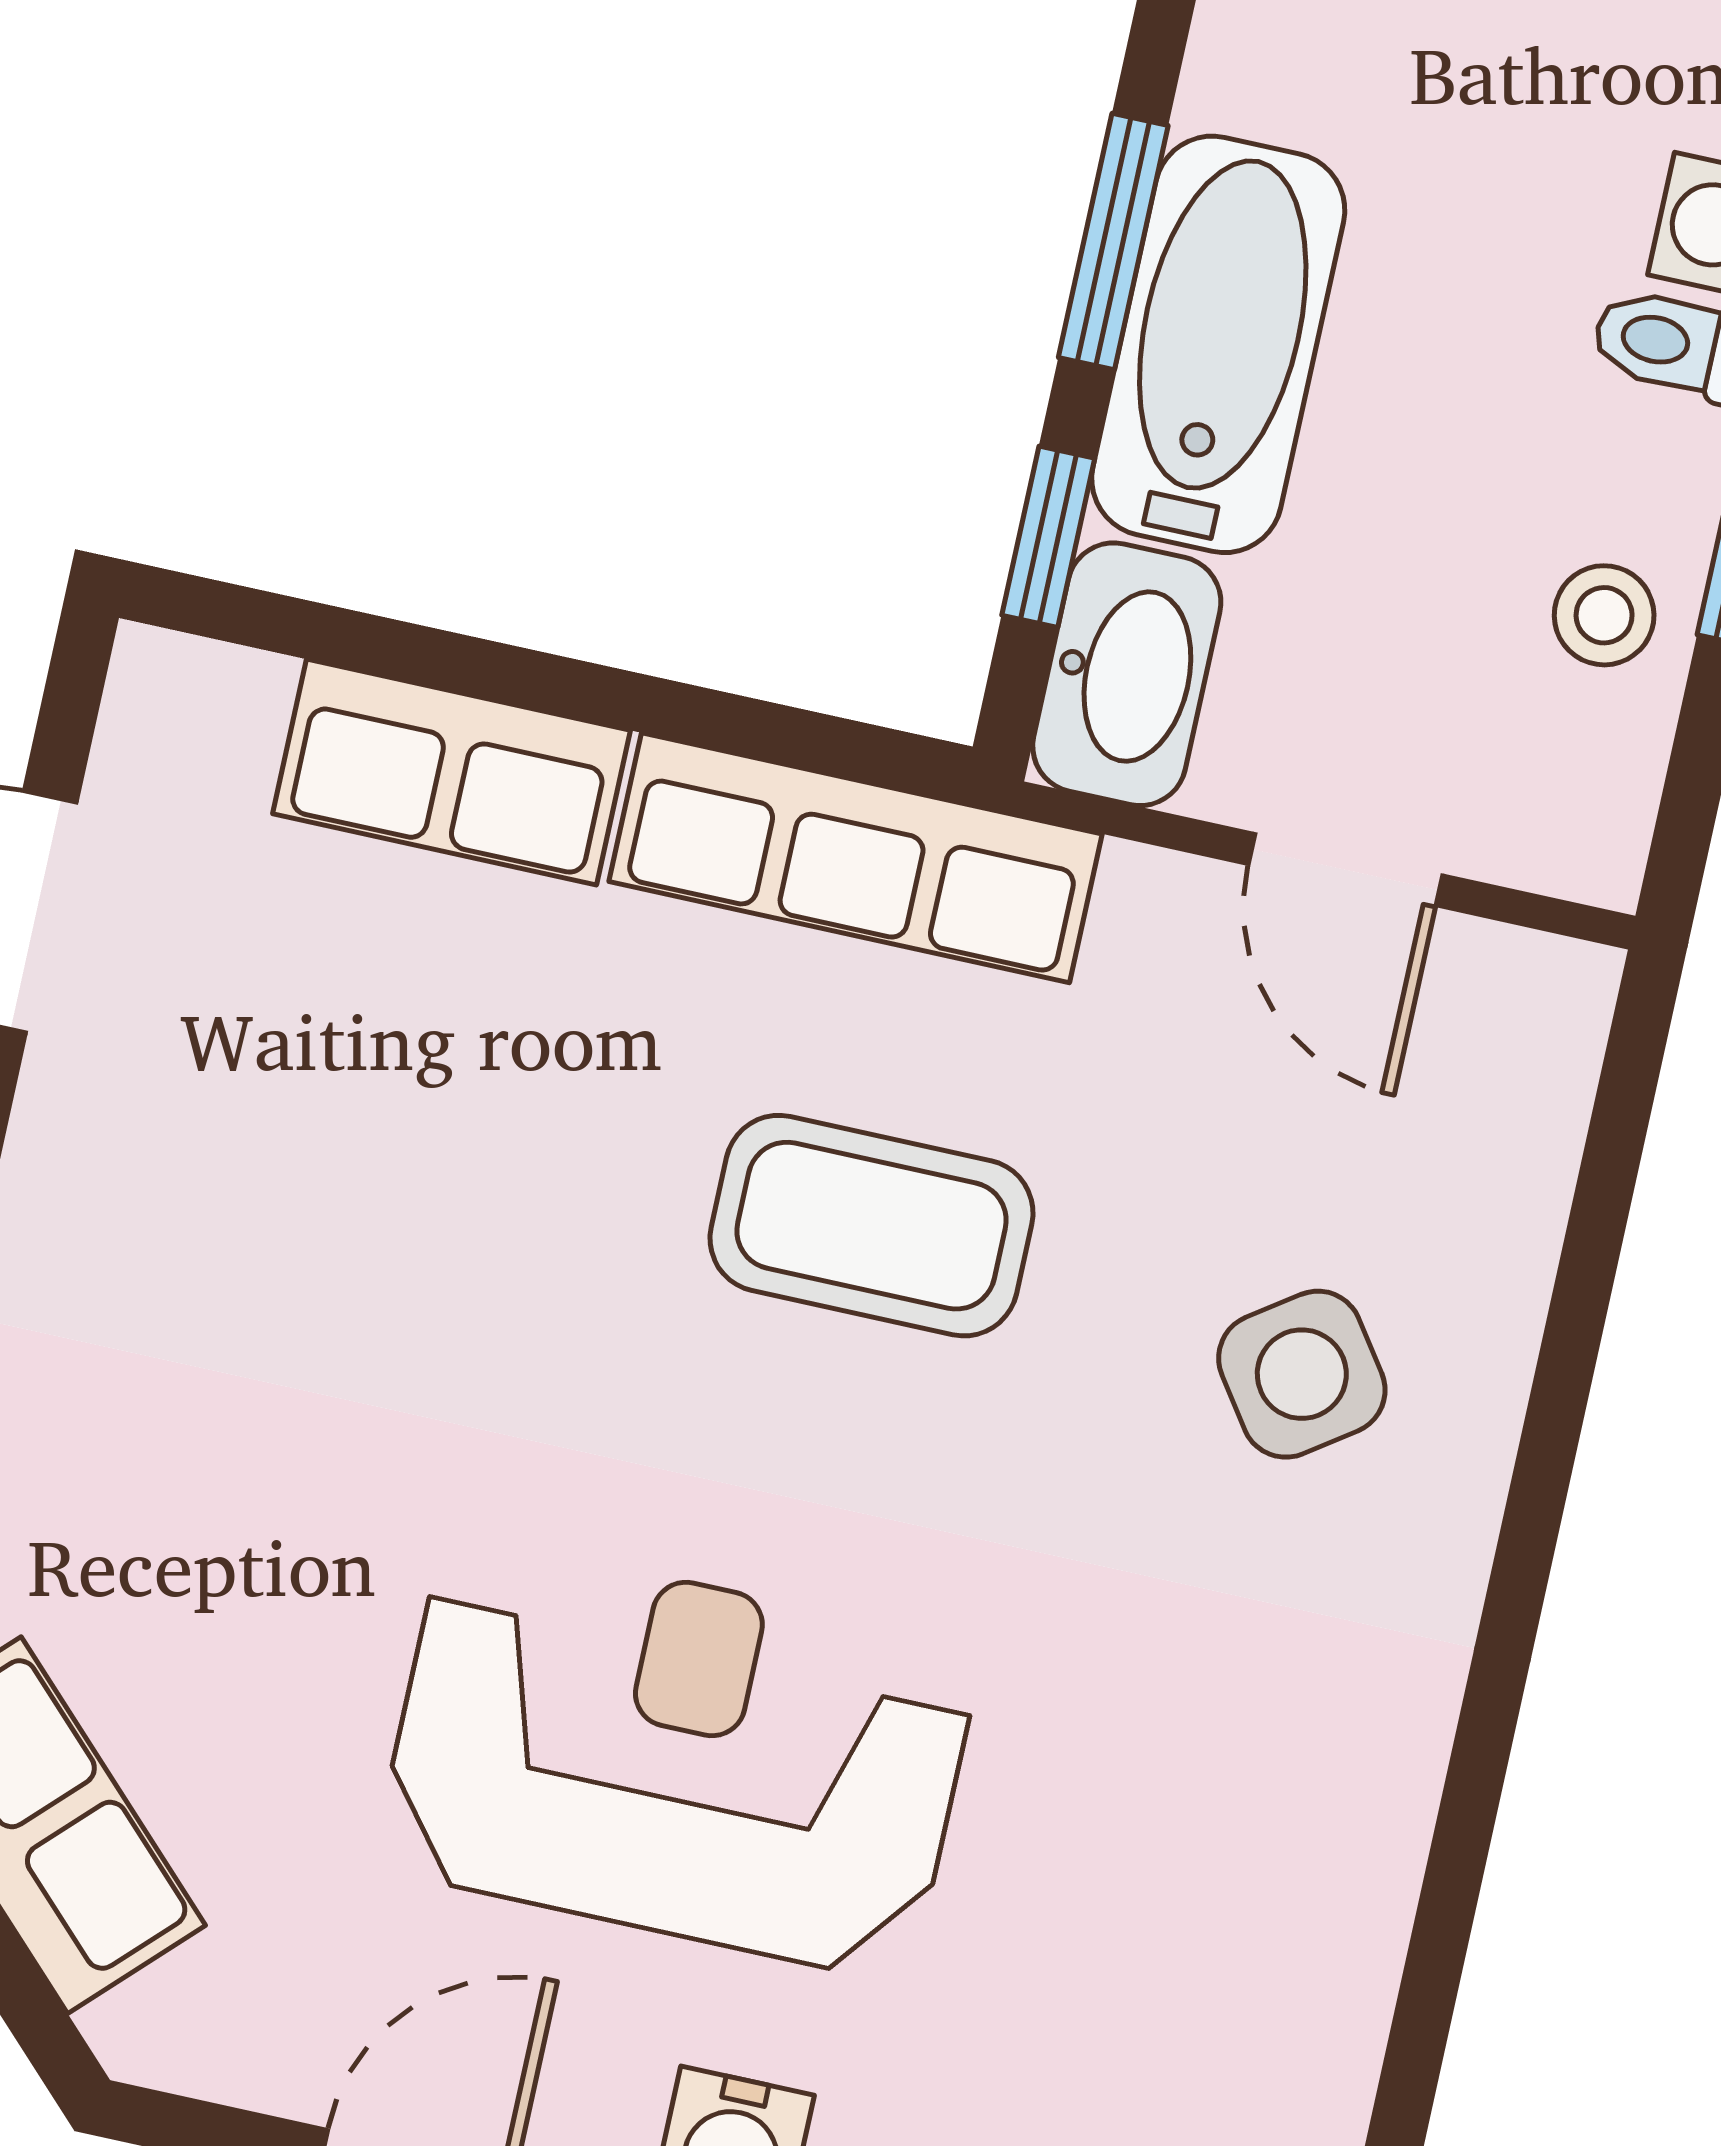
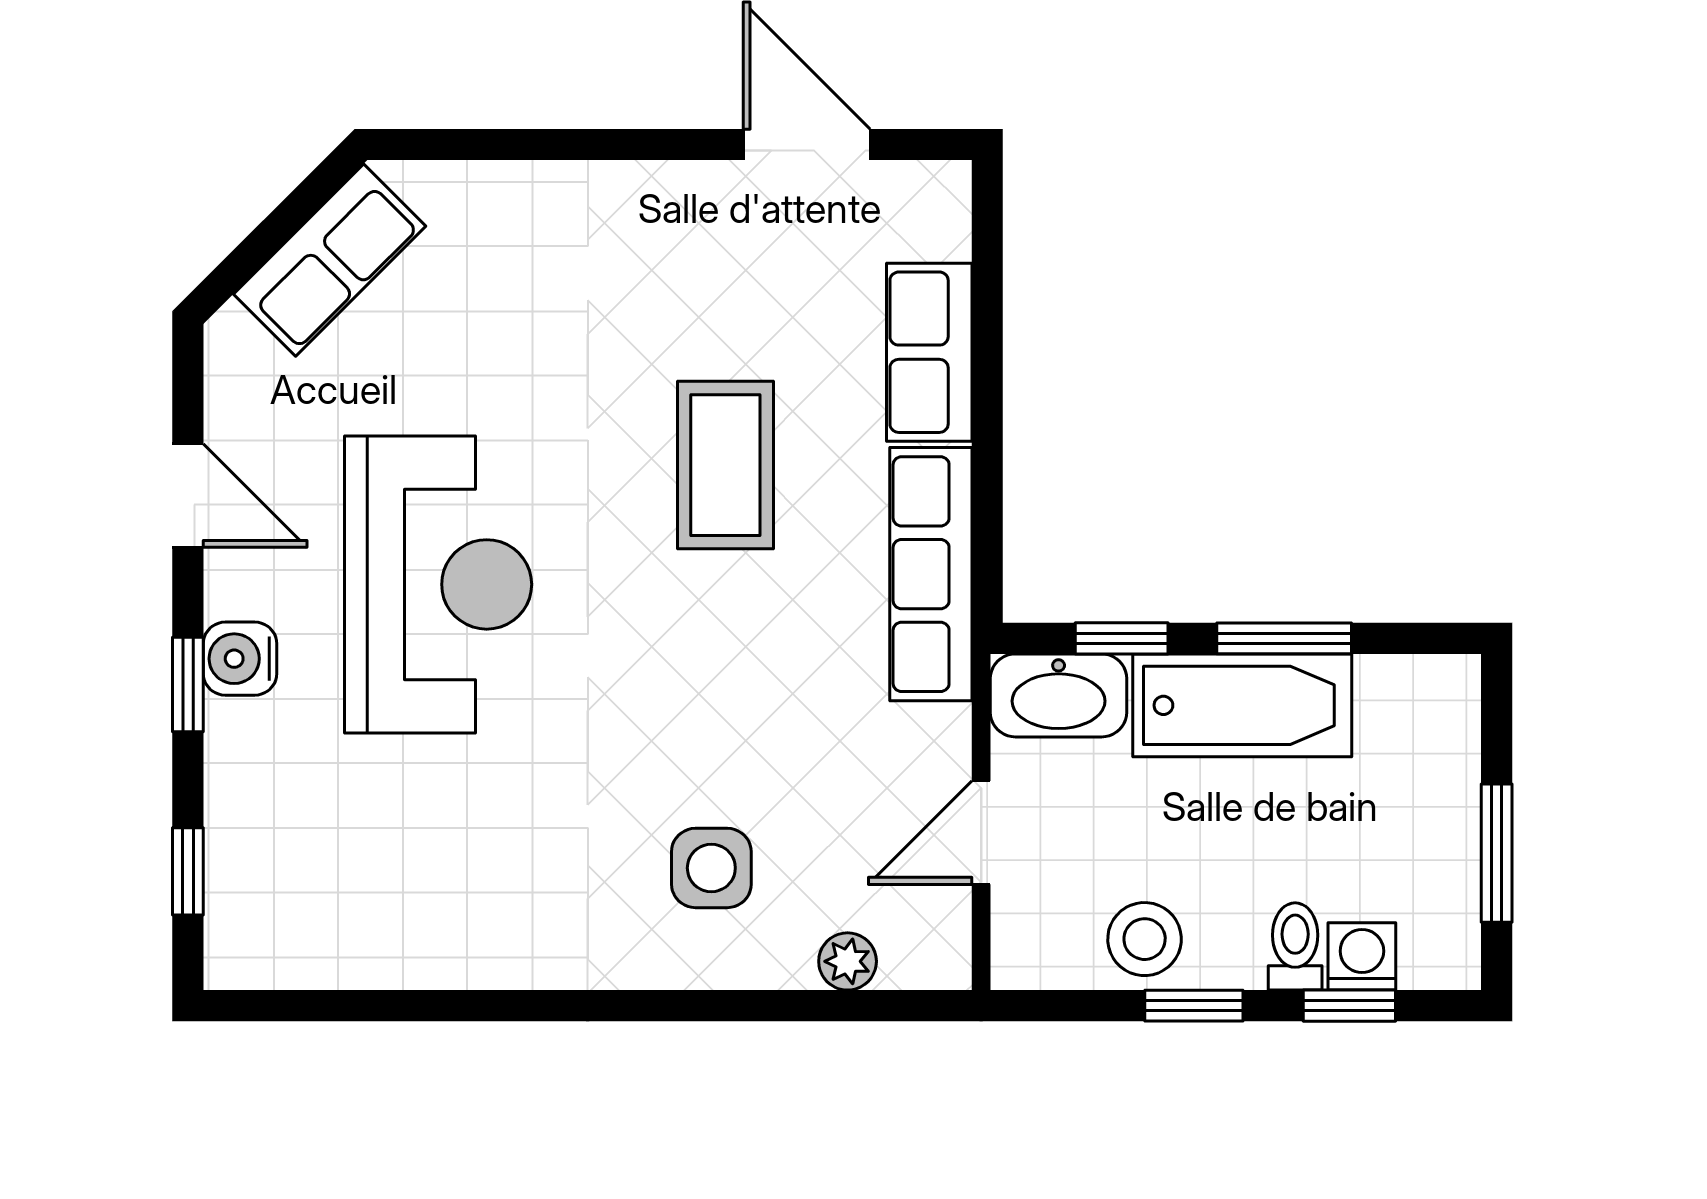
stool: (1604, 615) -> (1145, 939), width x1.37, depth x1.37
plant: (1526, 1164) -> (848, 961), added
coffee table: (871, 1226) -> (725, 465), moved
side table: (1302, 1374) -> (711, 868), turned 35

